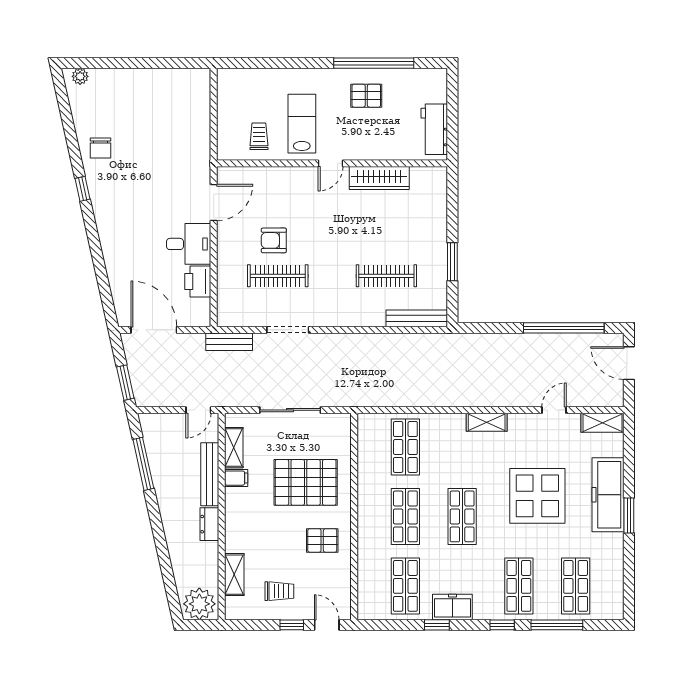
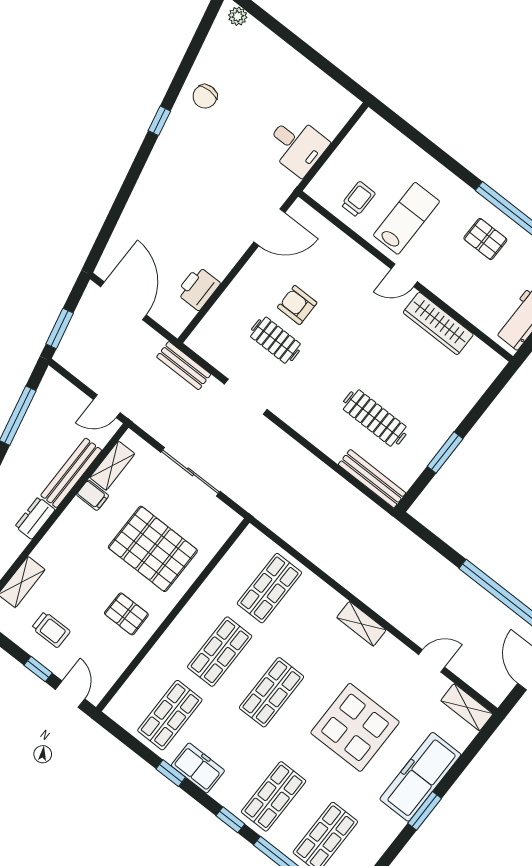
desk: (189, 244) -> (297, 145), moved
clothes rail: (278, 276) -> (275, 340), width x0.73

